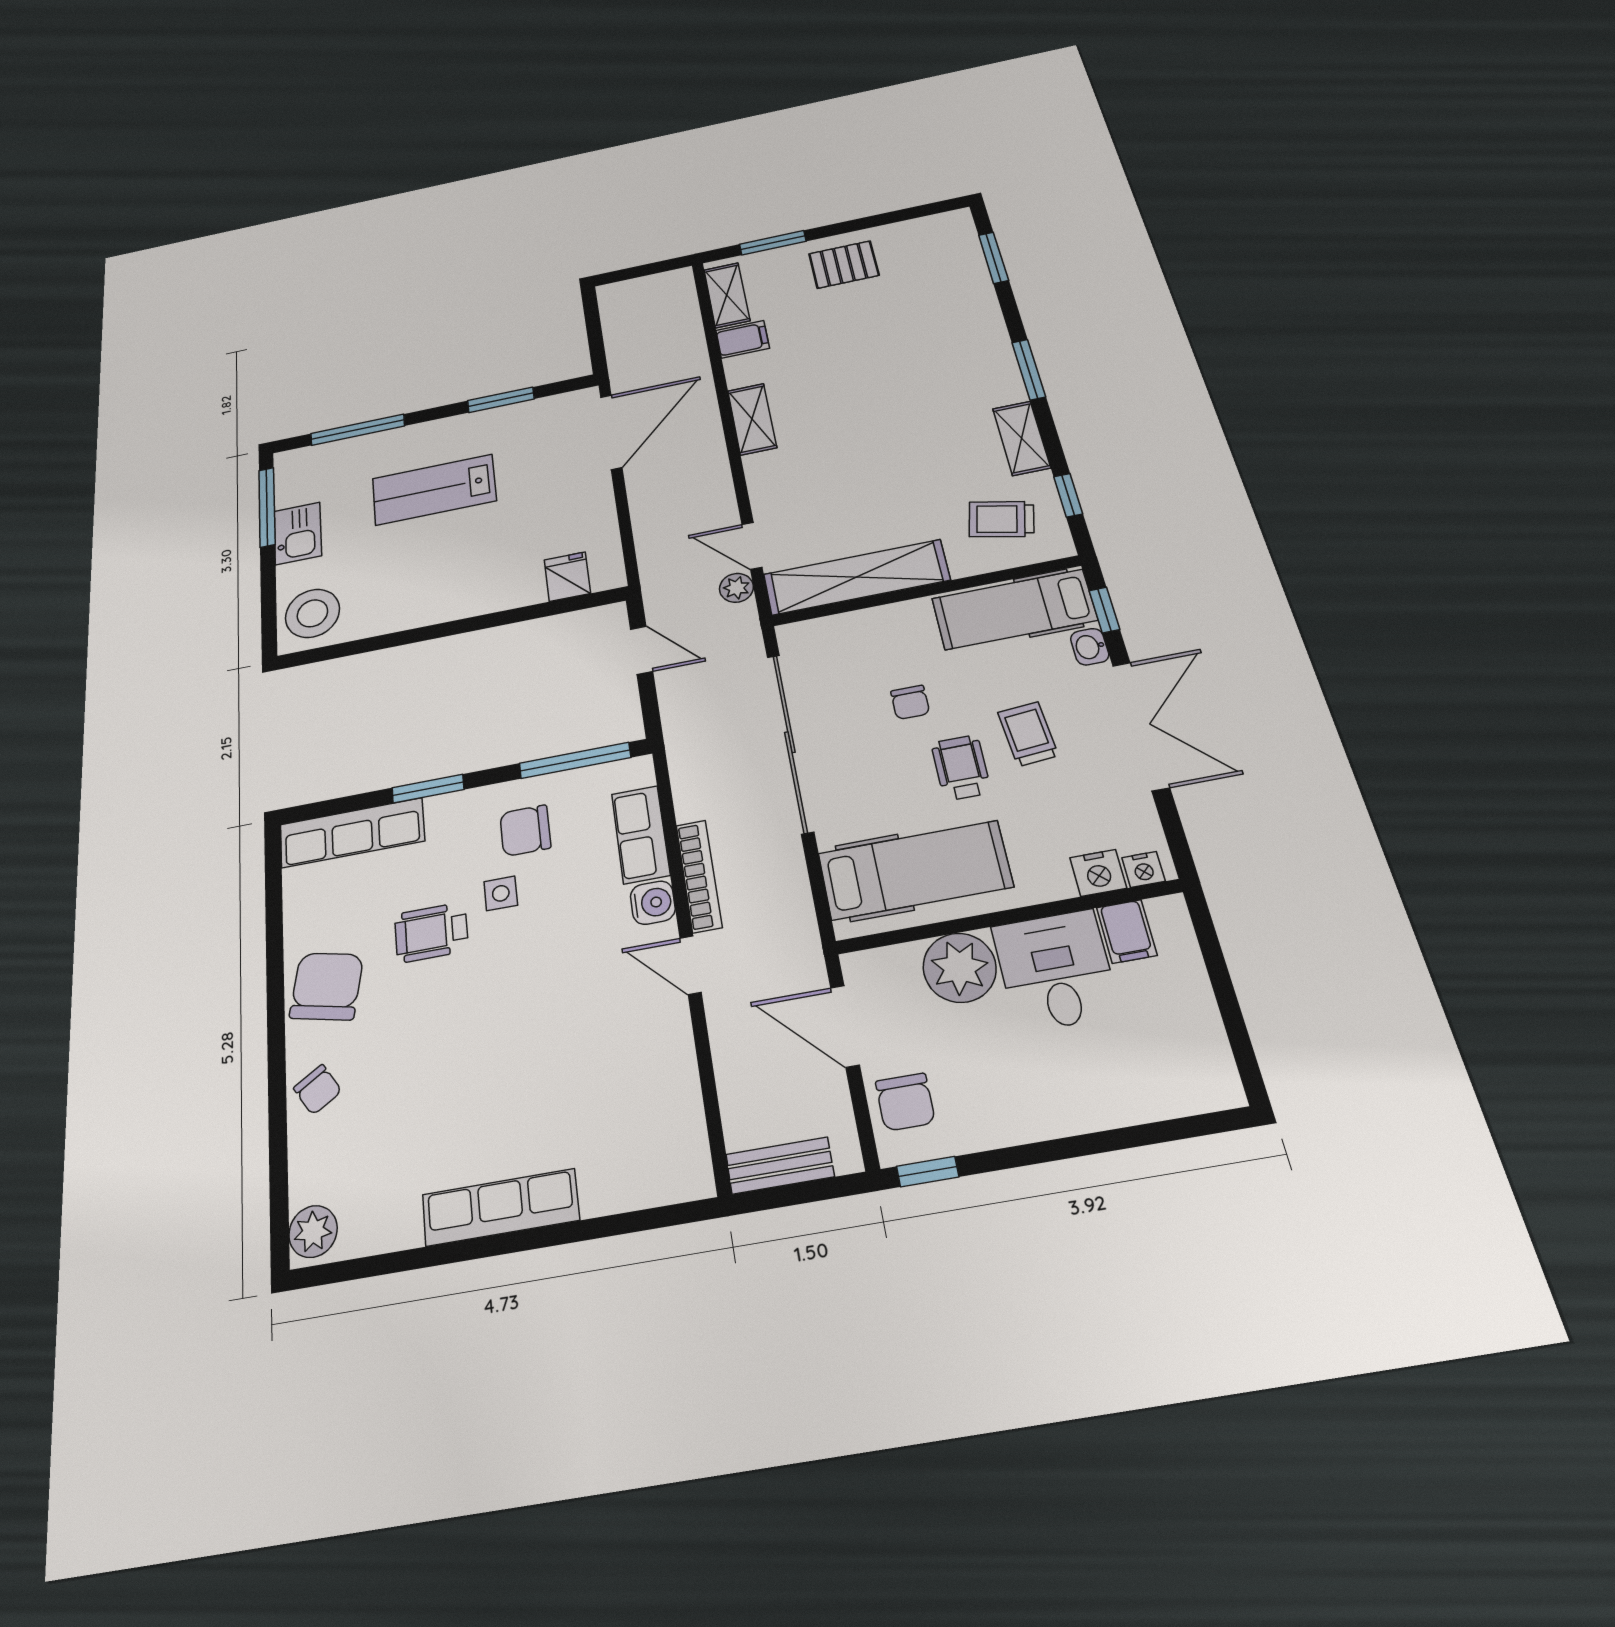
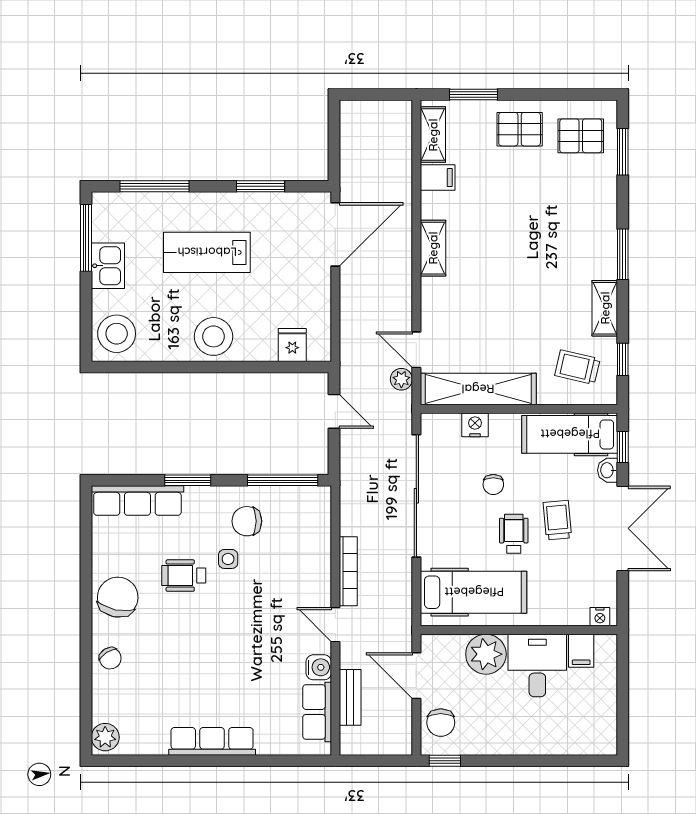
pallet: (930, 254) -> (581, 136), added
stool: (452, 589) -> (214, 336), added
row of seats: (641, 834) -> (317, 712), moved
nightstand: (1098, 873) -> (475, 425), moved, turned 180
water cooler: (653, 903) -> (319, 667), moved
bench: (780, 1166) -> (350, 697), moved, turned 90

